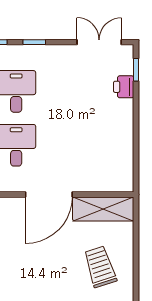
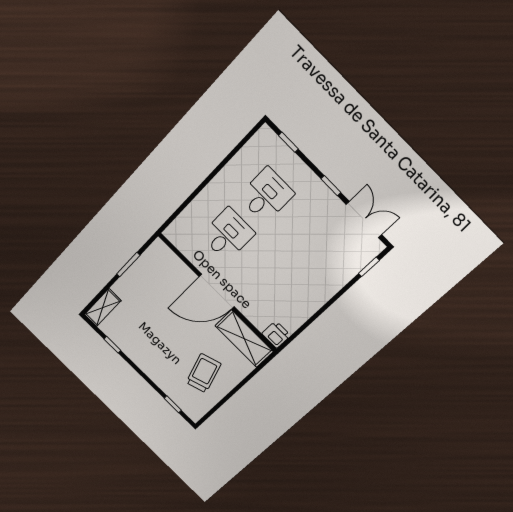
window: (34, 42) -> (331, 186), moved
printer: (124, 87) -> (276, 335), moved, turned 90

